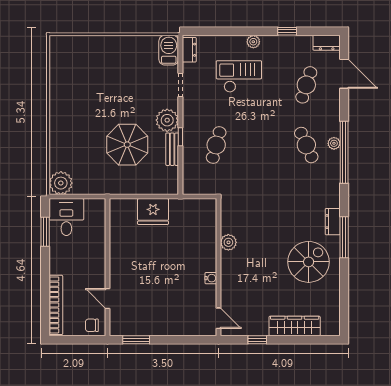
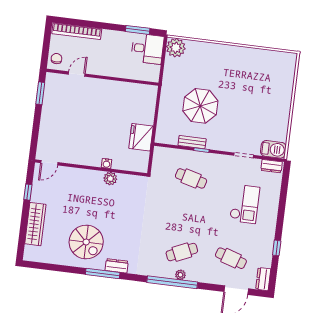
plant: (253, 42) -> (272, 219), removed
plant: (167, 120) -> (216, 141), removed
fridge: (153, 212) -> (141, 137), moved
water cooler: (211, 278) -> (107, 163), moved

